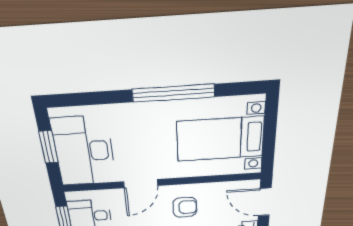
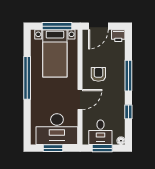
window: (269, 139) -> (57, 26), added
door: (141, 184) -> (80, 99), hinge flipped

